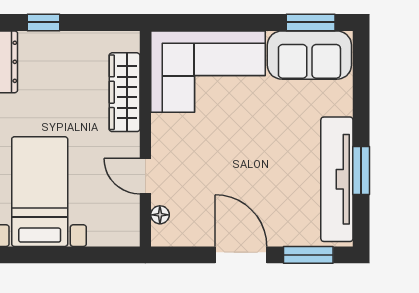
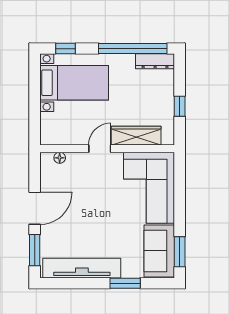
window: (44, 22) -> (180, 106), moved
window: (361, 171) -> (125, 283), moved
door: (145, 176) -> (100, 149), moved

